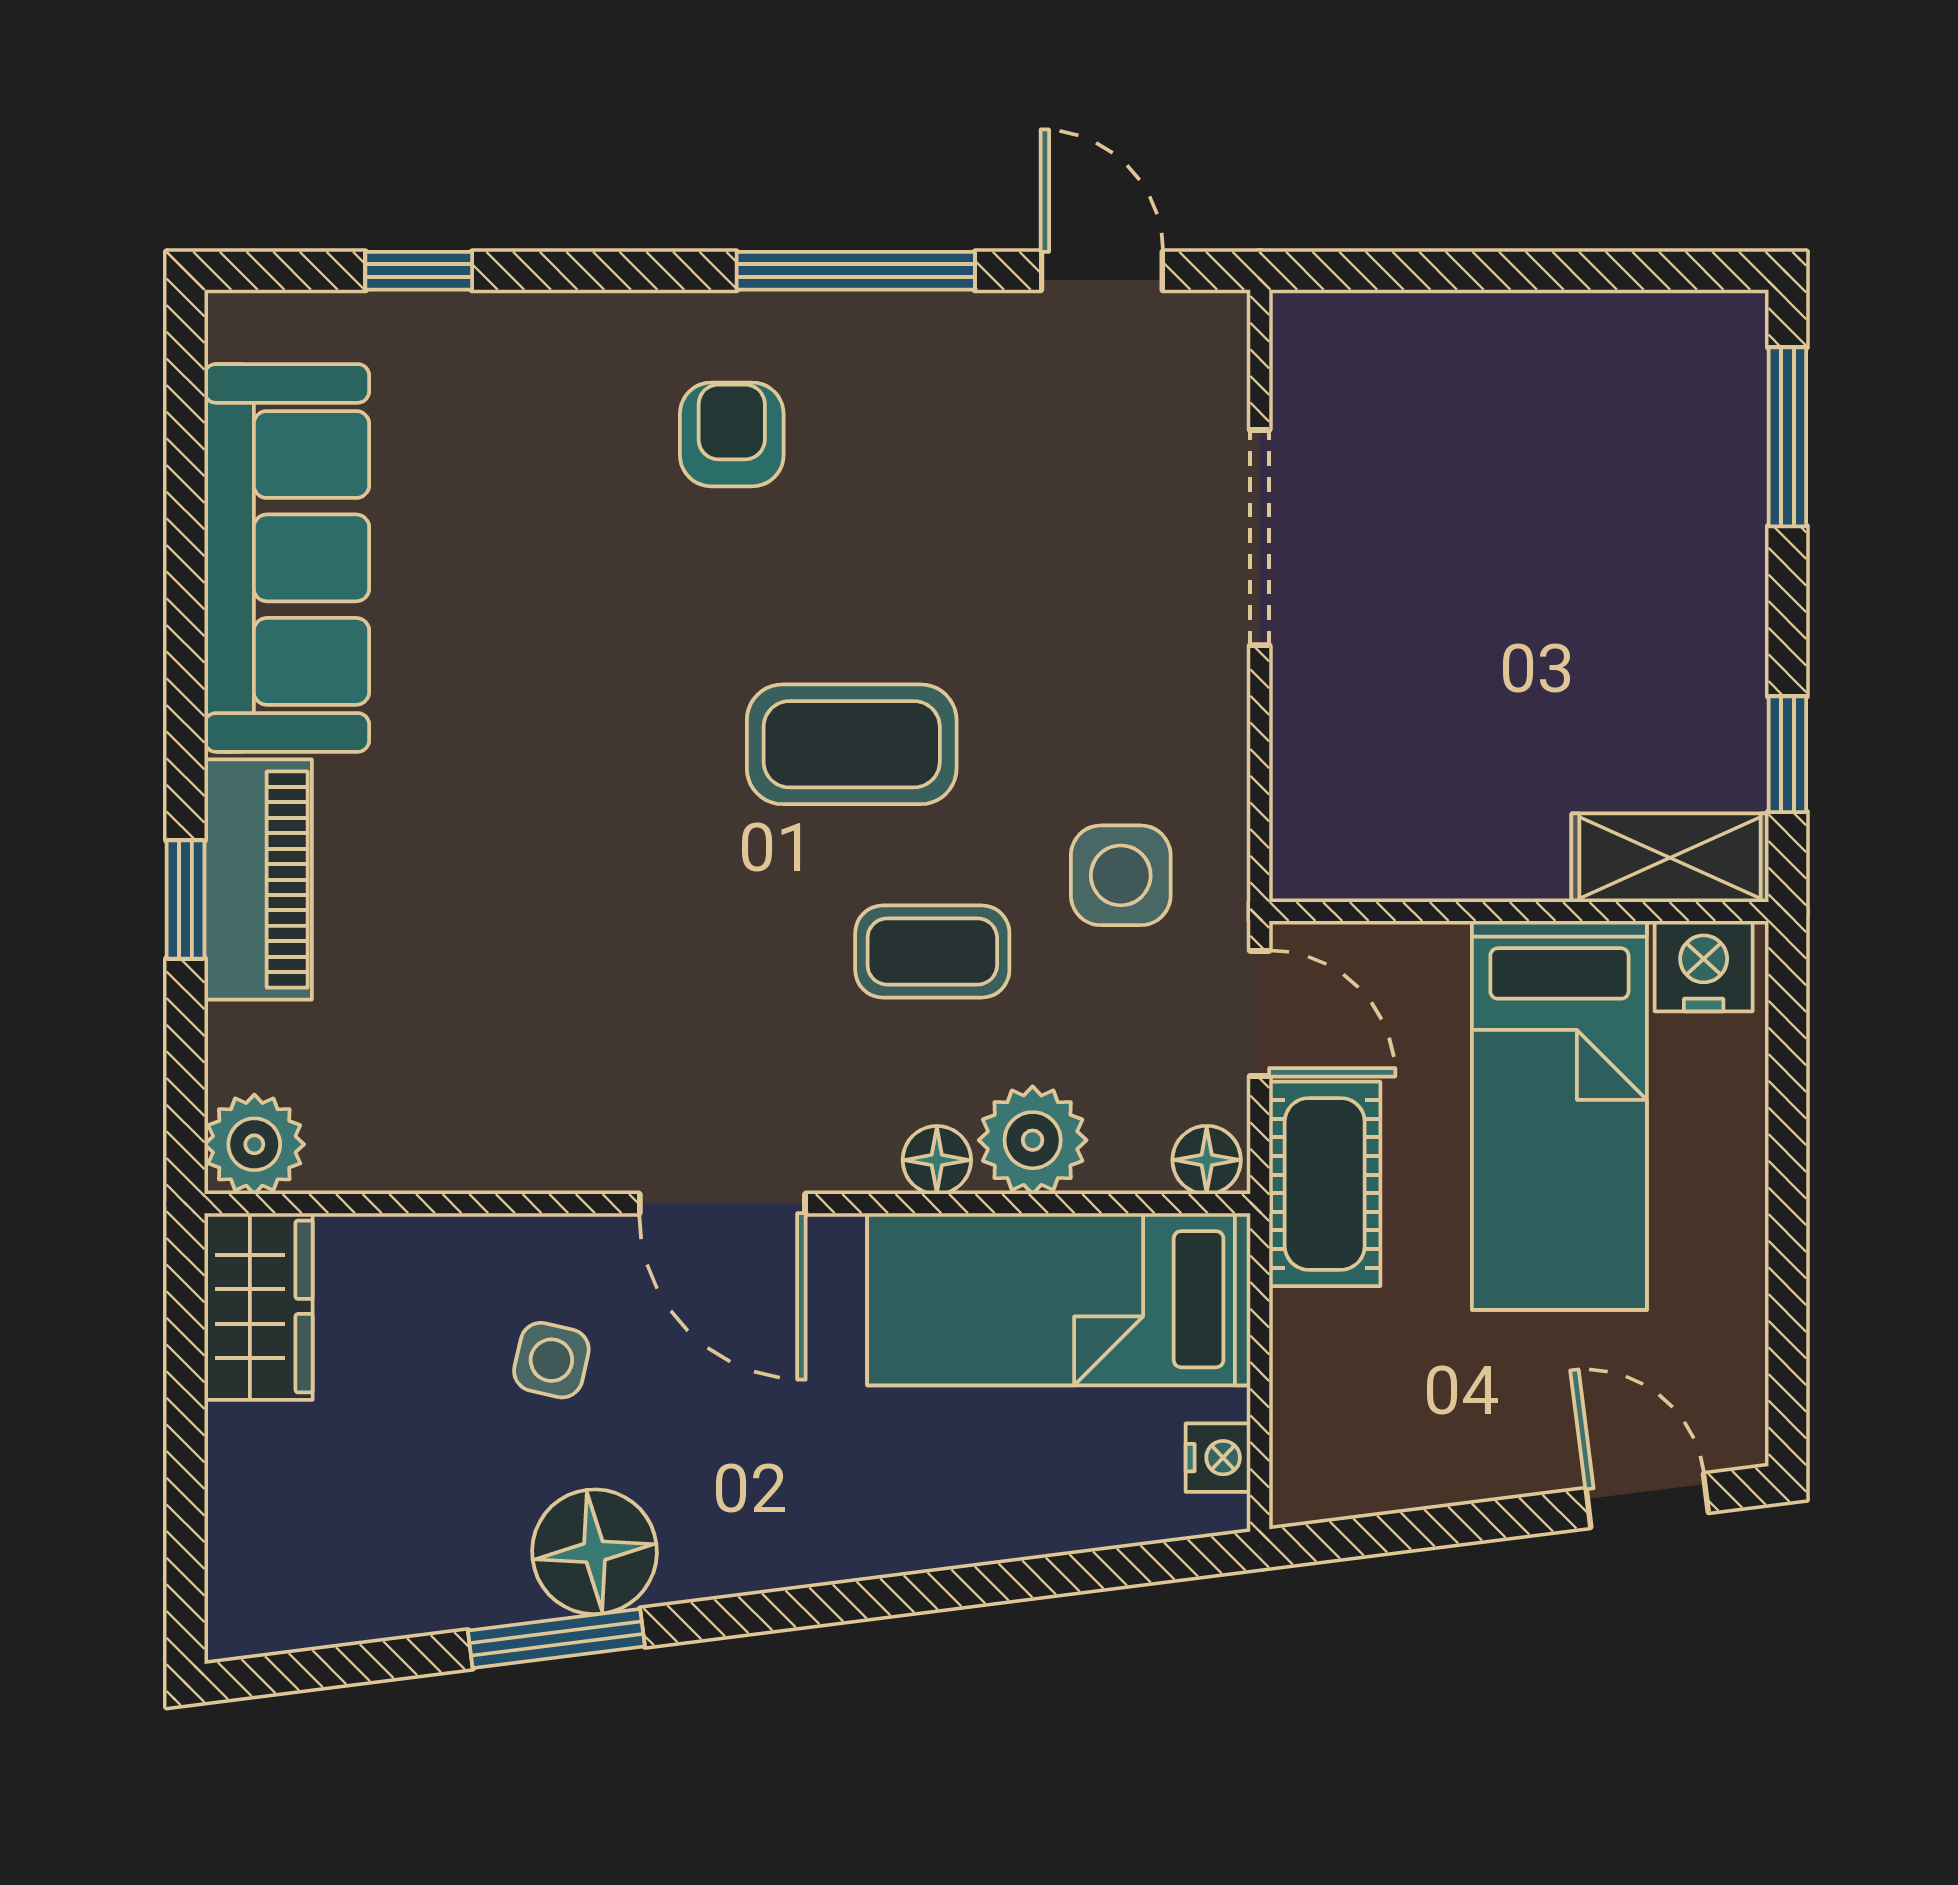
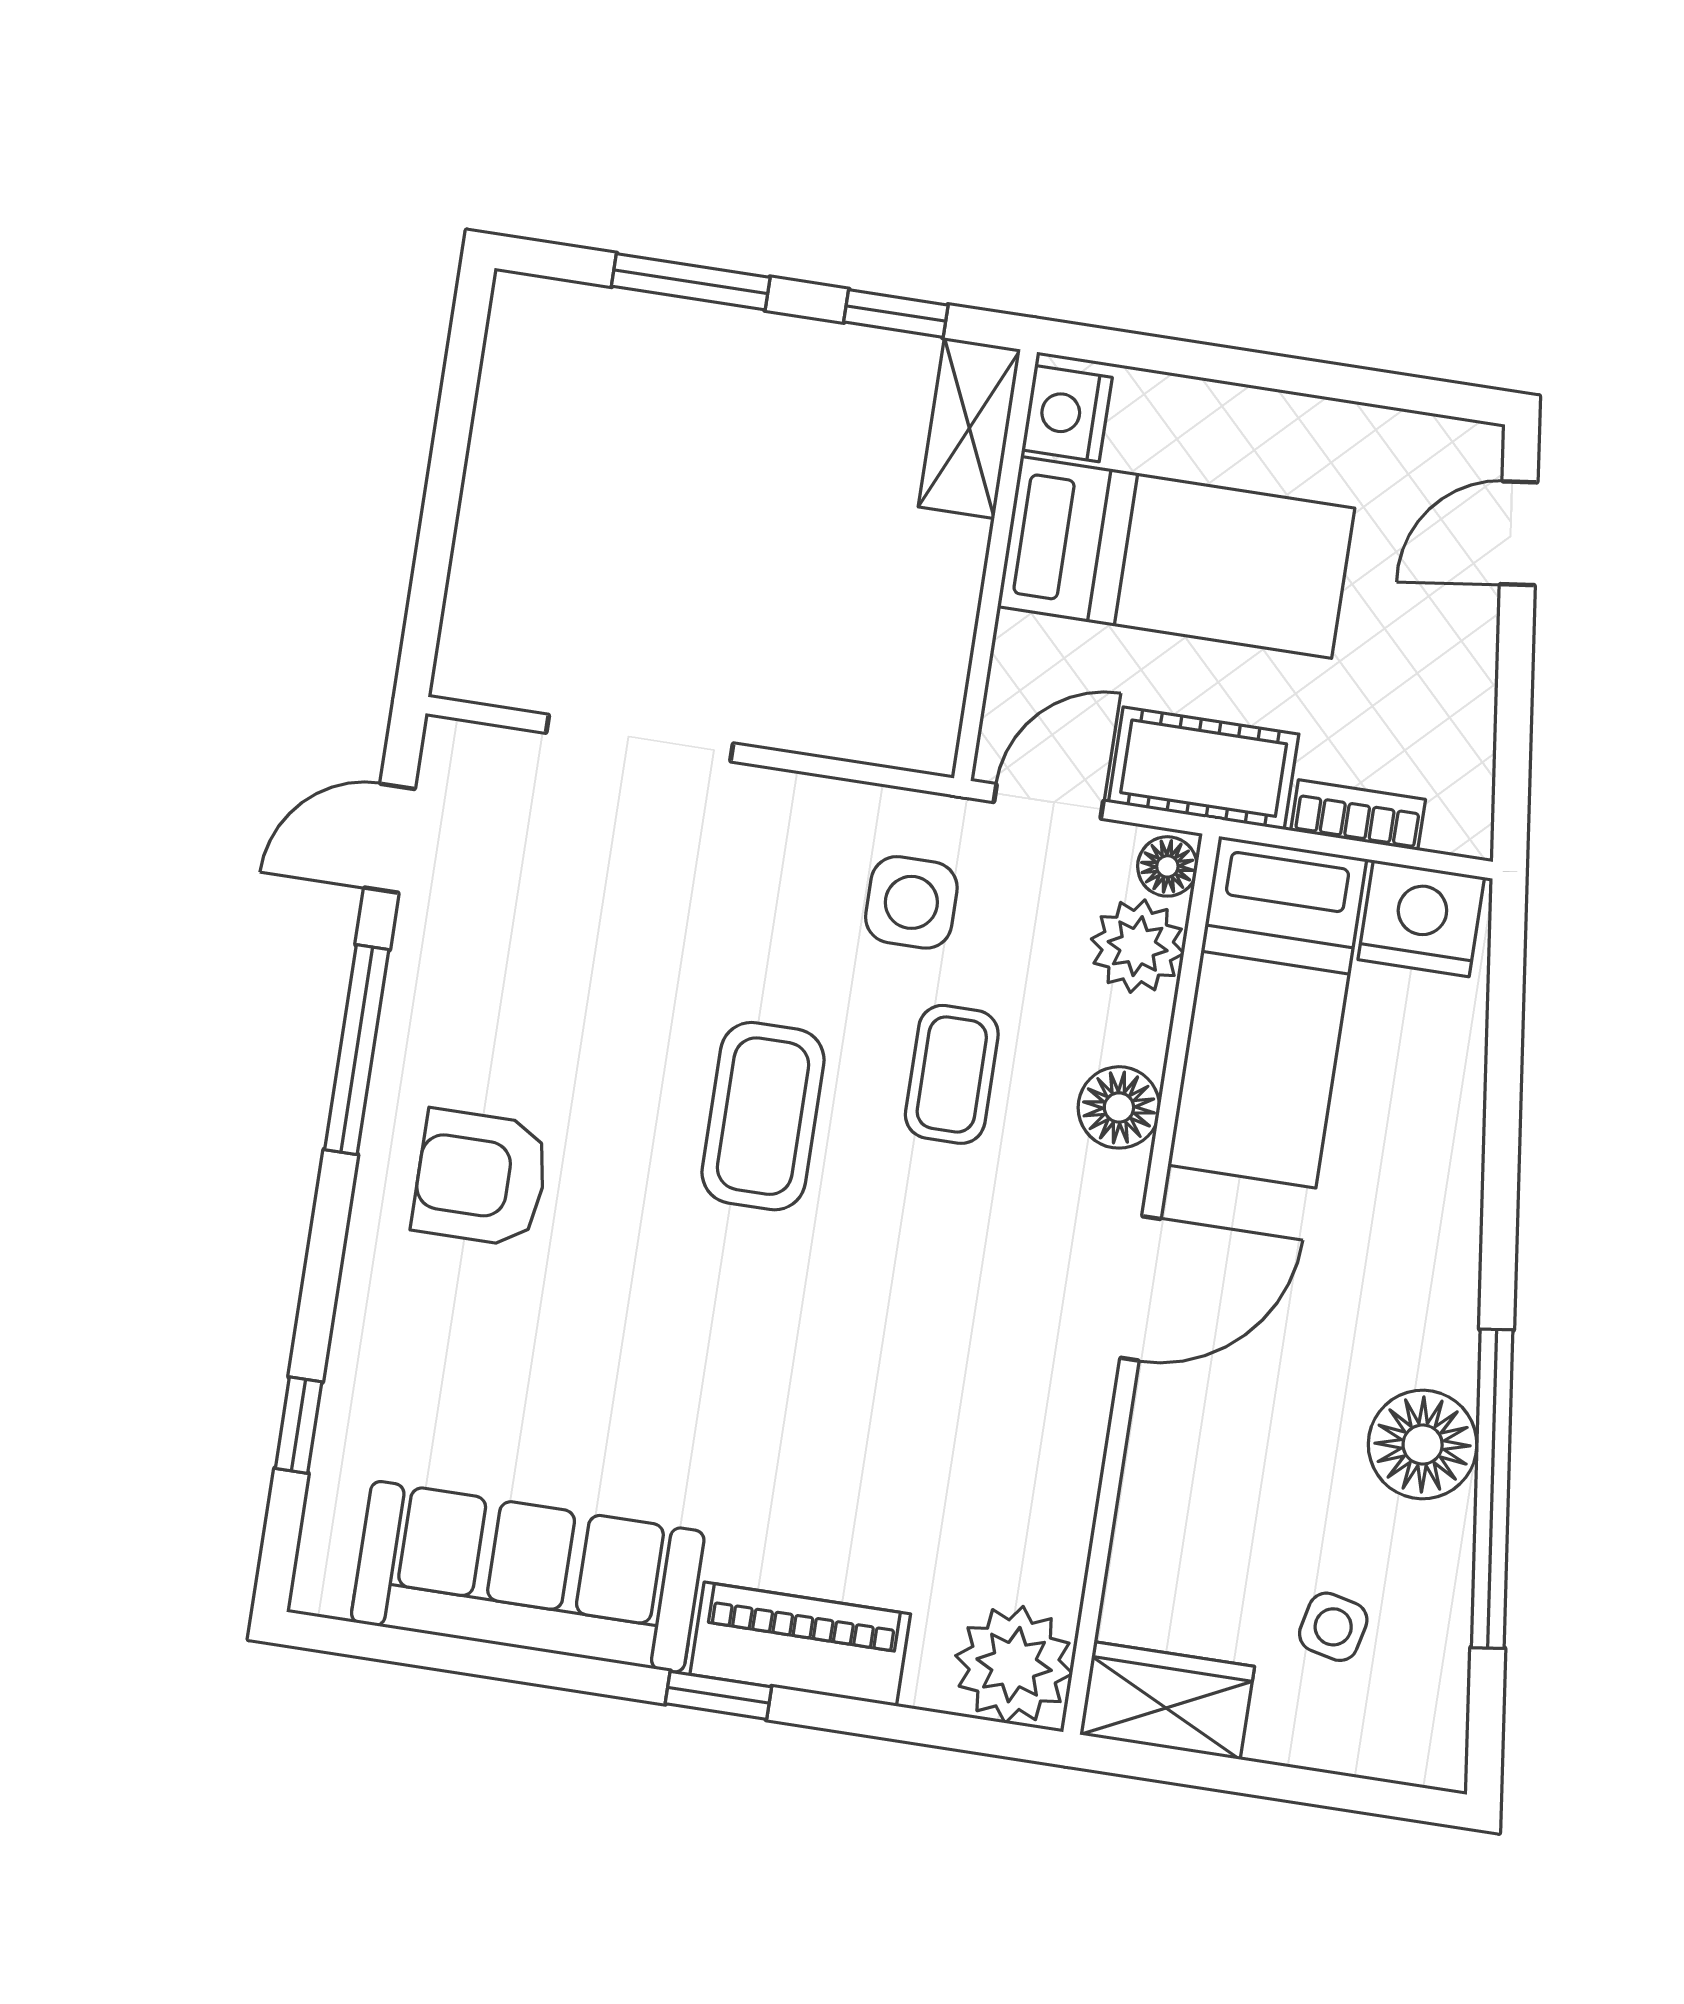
armchair: (732, 434) -> (481, 1178), width x1.38, depth x1.38
window: (1787, 437) -> (691, 282), moved
window: (186, 900) -> (718, 1695), moved
plant: (1033, 1140) -> (1138, 946), moved
plant: (254, 1144) -> (1014, 1665), width x1.36, depth x1.36
floor lamp: (937, 1160) -> (1119, 1107), width x1.37, depth x1.37
side table: (551, 1360) -> (1333, 1627), moved
bookcase: (1299, 1368) -> (1358, 815), added
nightstand: (1218, 1458) -> (1421, 918), width x1.89, depth x1.79
window: (556, 1639) -> (1492, 1489), width x2.11

